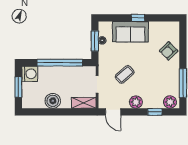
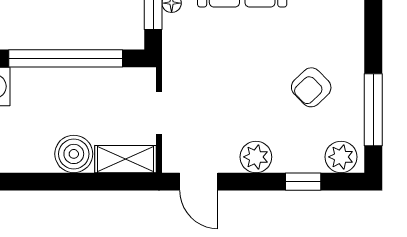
armchair: (169, 51) -> (311, 87), moved
coffee table: (125, 74) -> (228, 88), removed
boiler: (53, 101) -> (74, 154), moved

